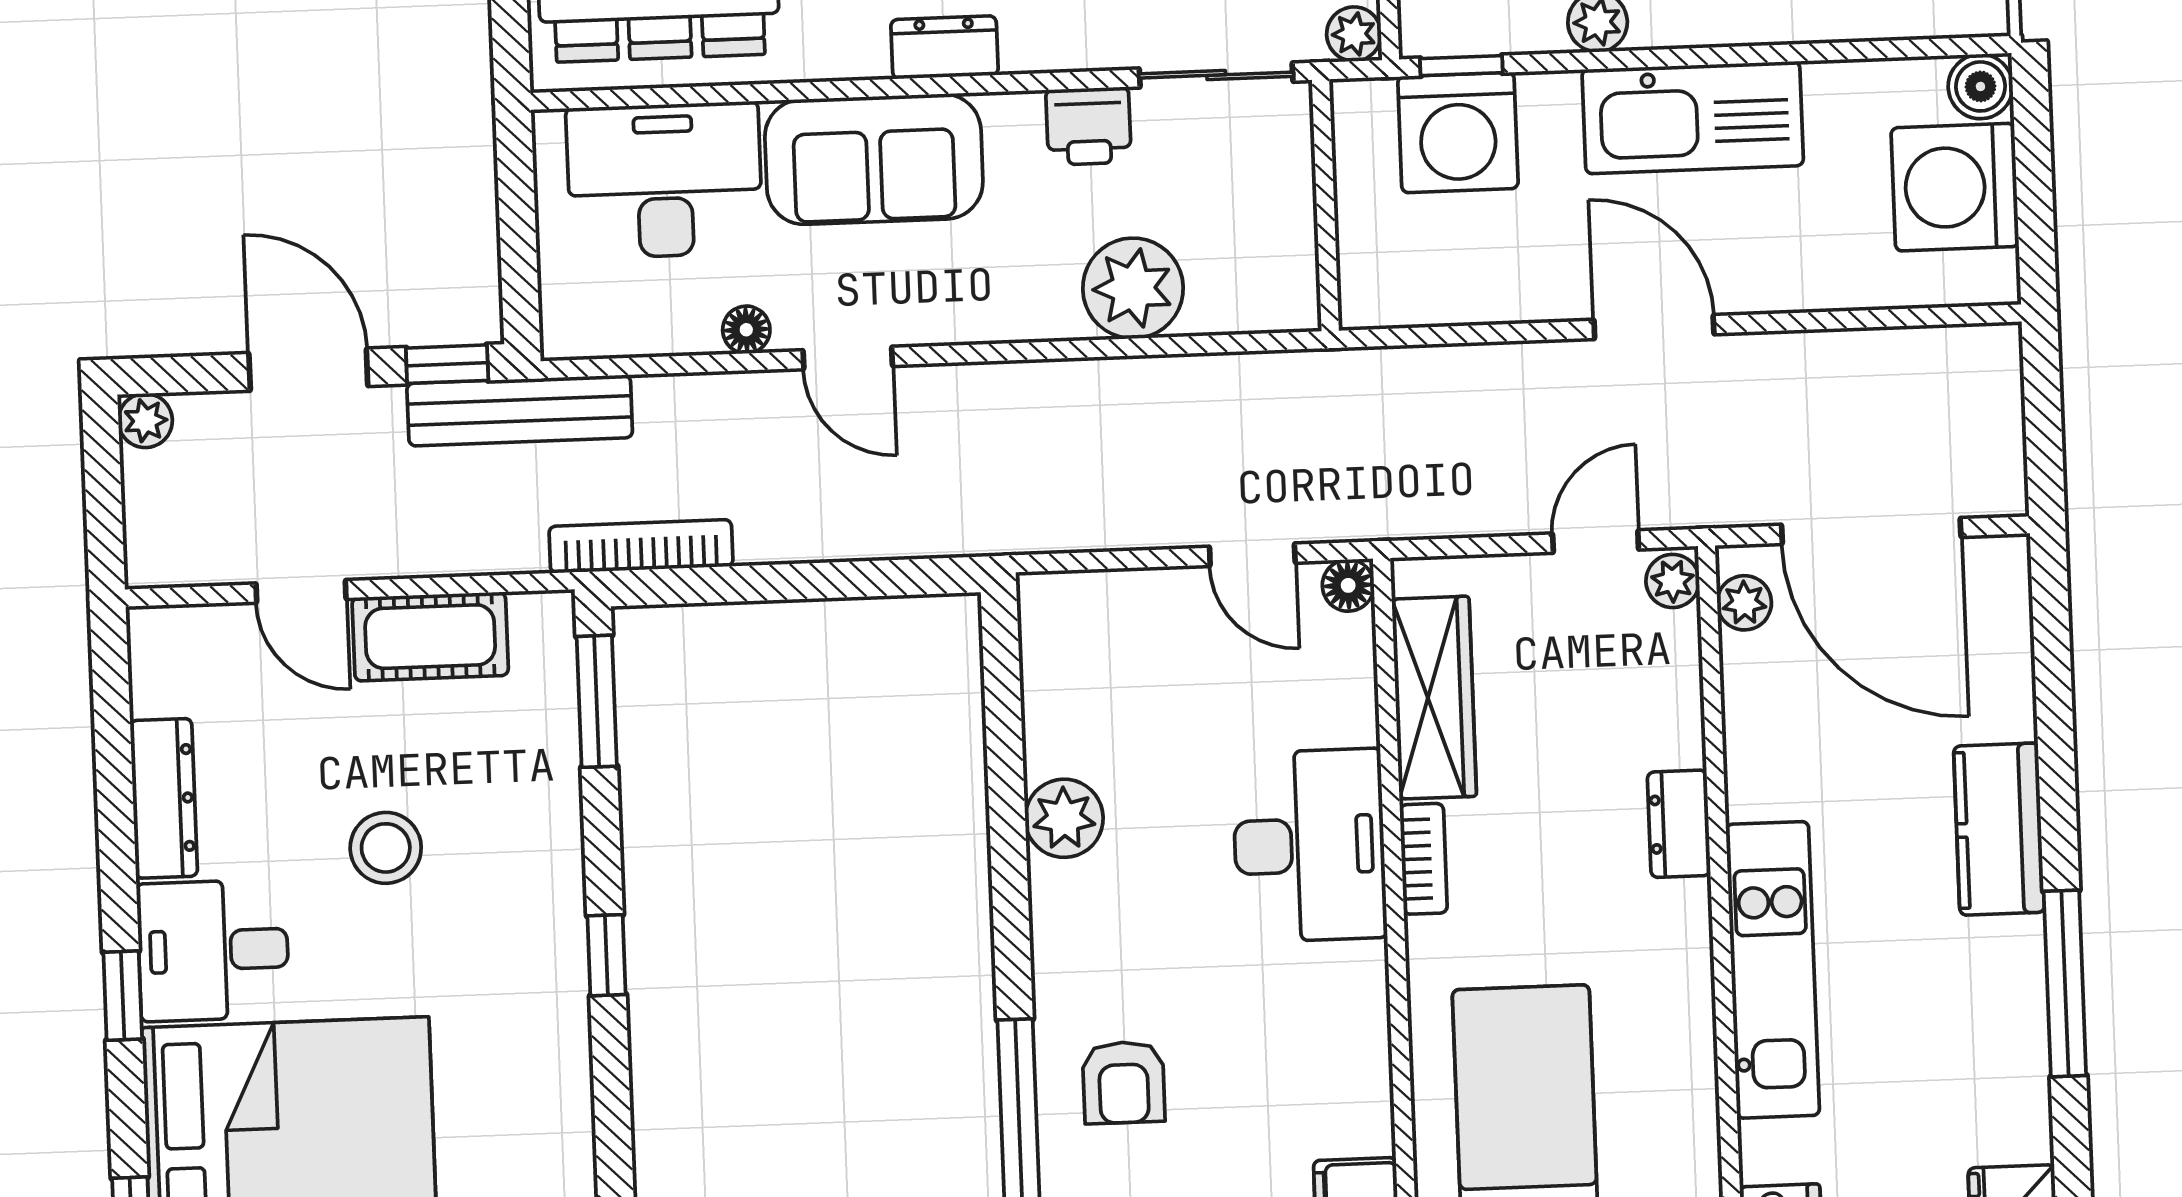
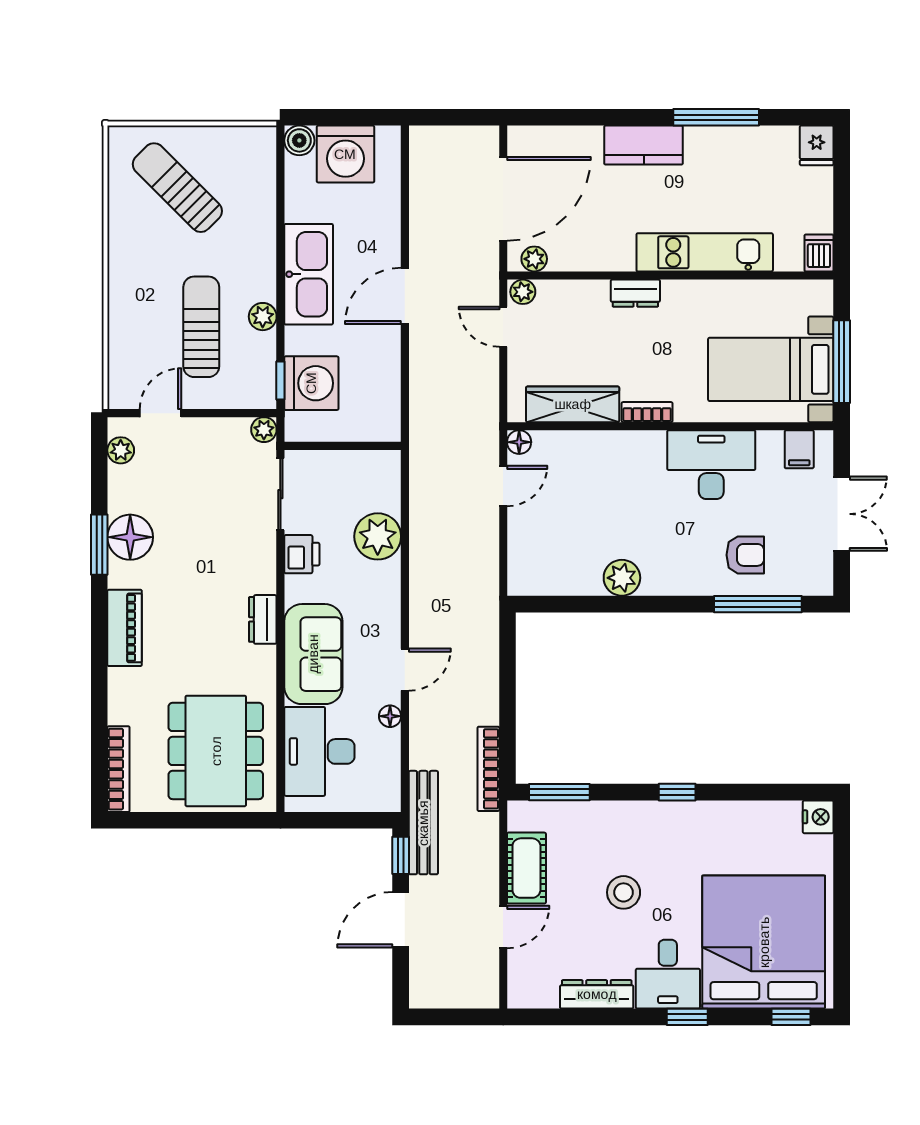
plant: (145, 421) -> (421, 996), removed
desk: (1309, 845) -> (711, 465), moved

